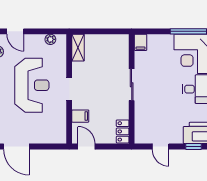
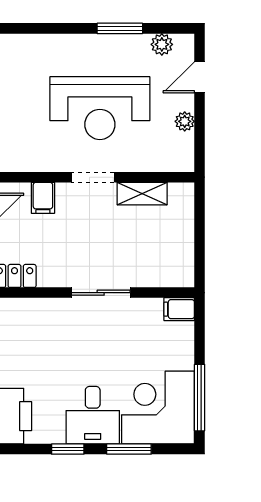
plant: (50, 39) -> (185, 121), moved
shelving: (78, 48) -> (142, 194), moved

